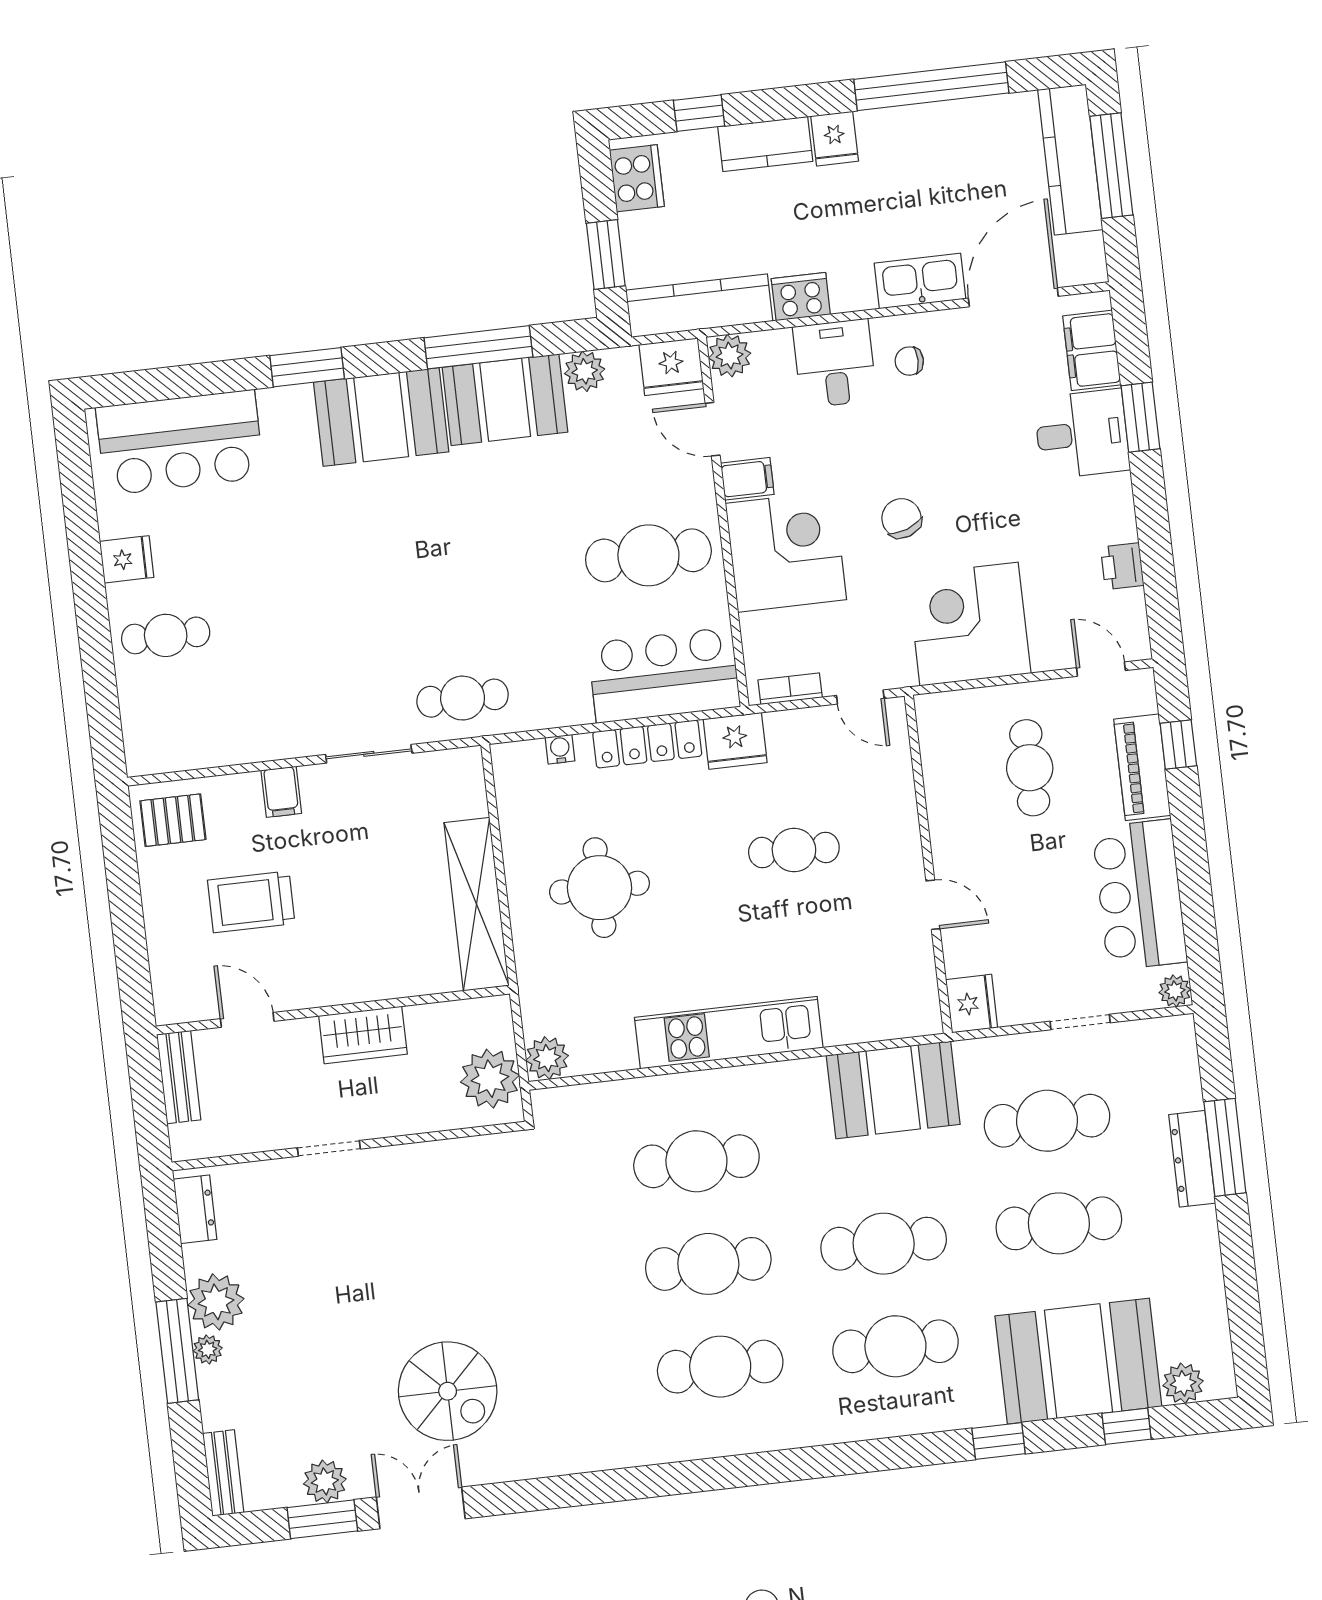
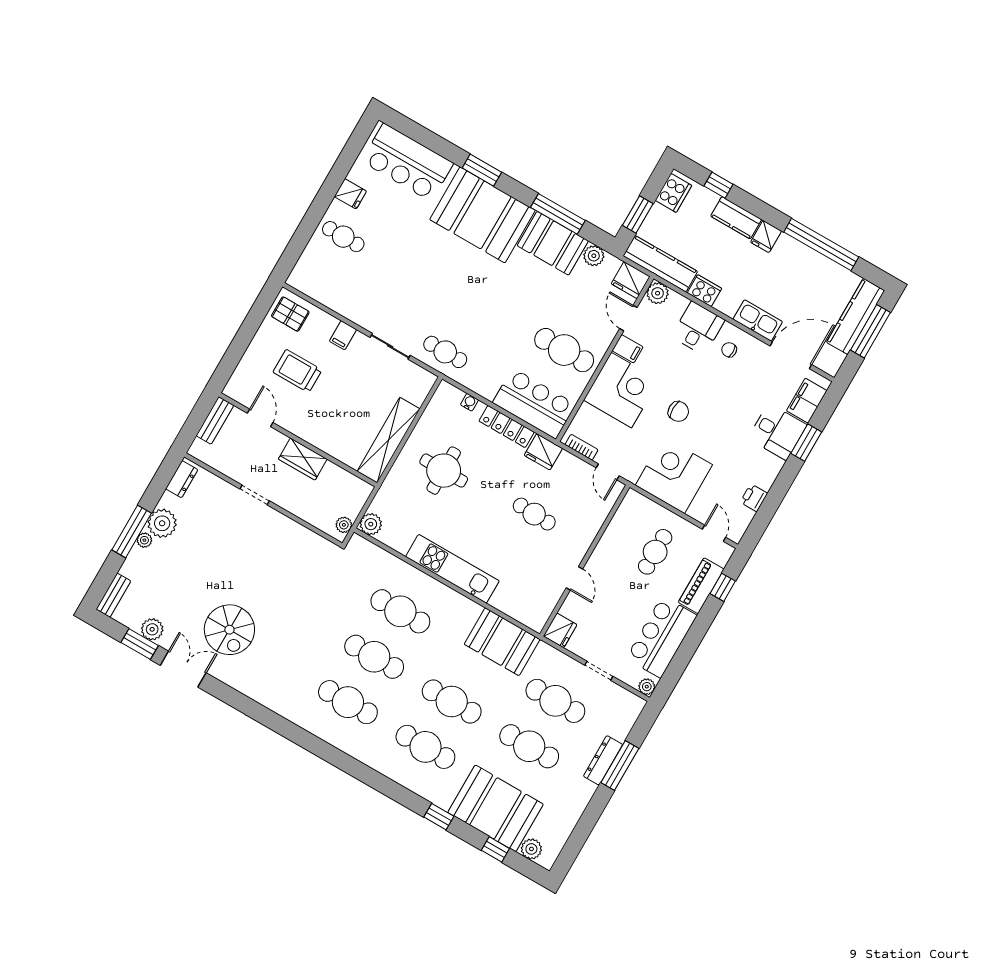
booth: (381, 417) -> (482, 215), width x1.36, depth x1.42
chair: (901, 518) -> (678, 411), turned 110
plant: (490, 1079) -> (344, 525), width x0.53, depth x0.53

